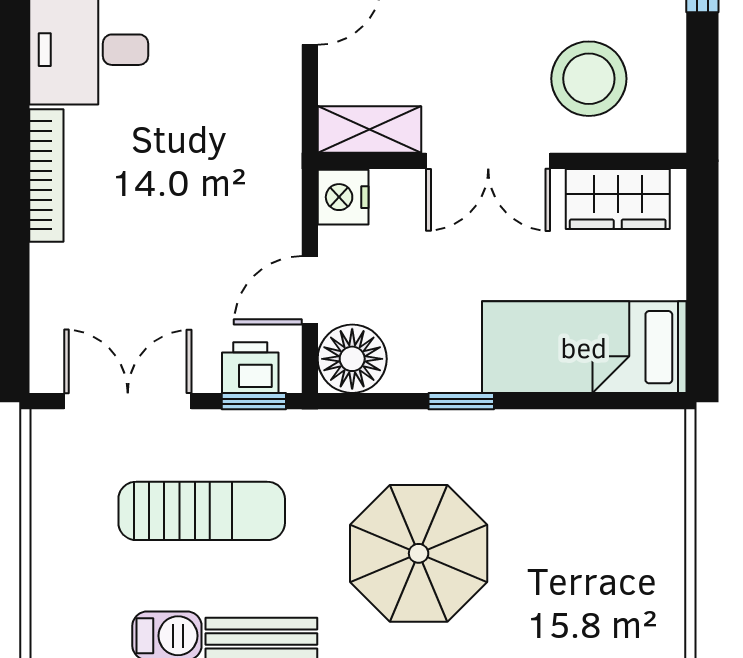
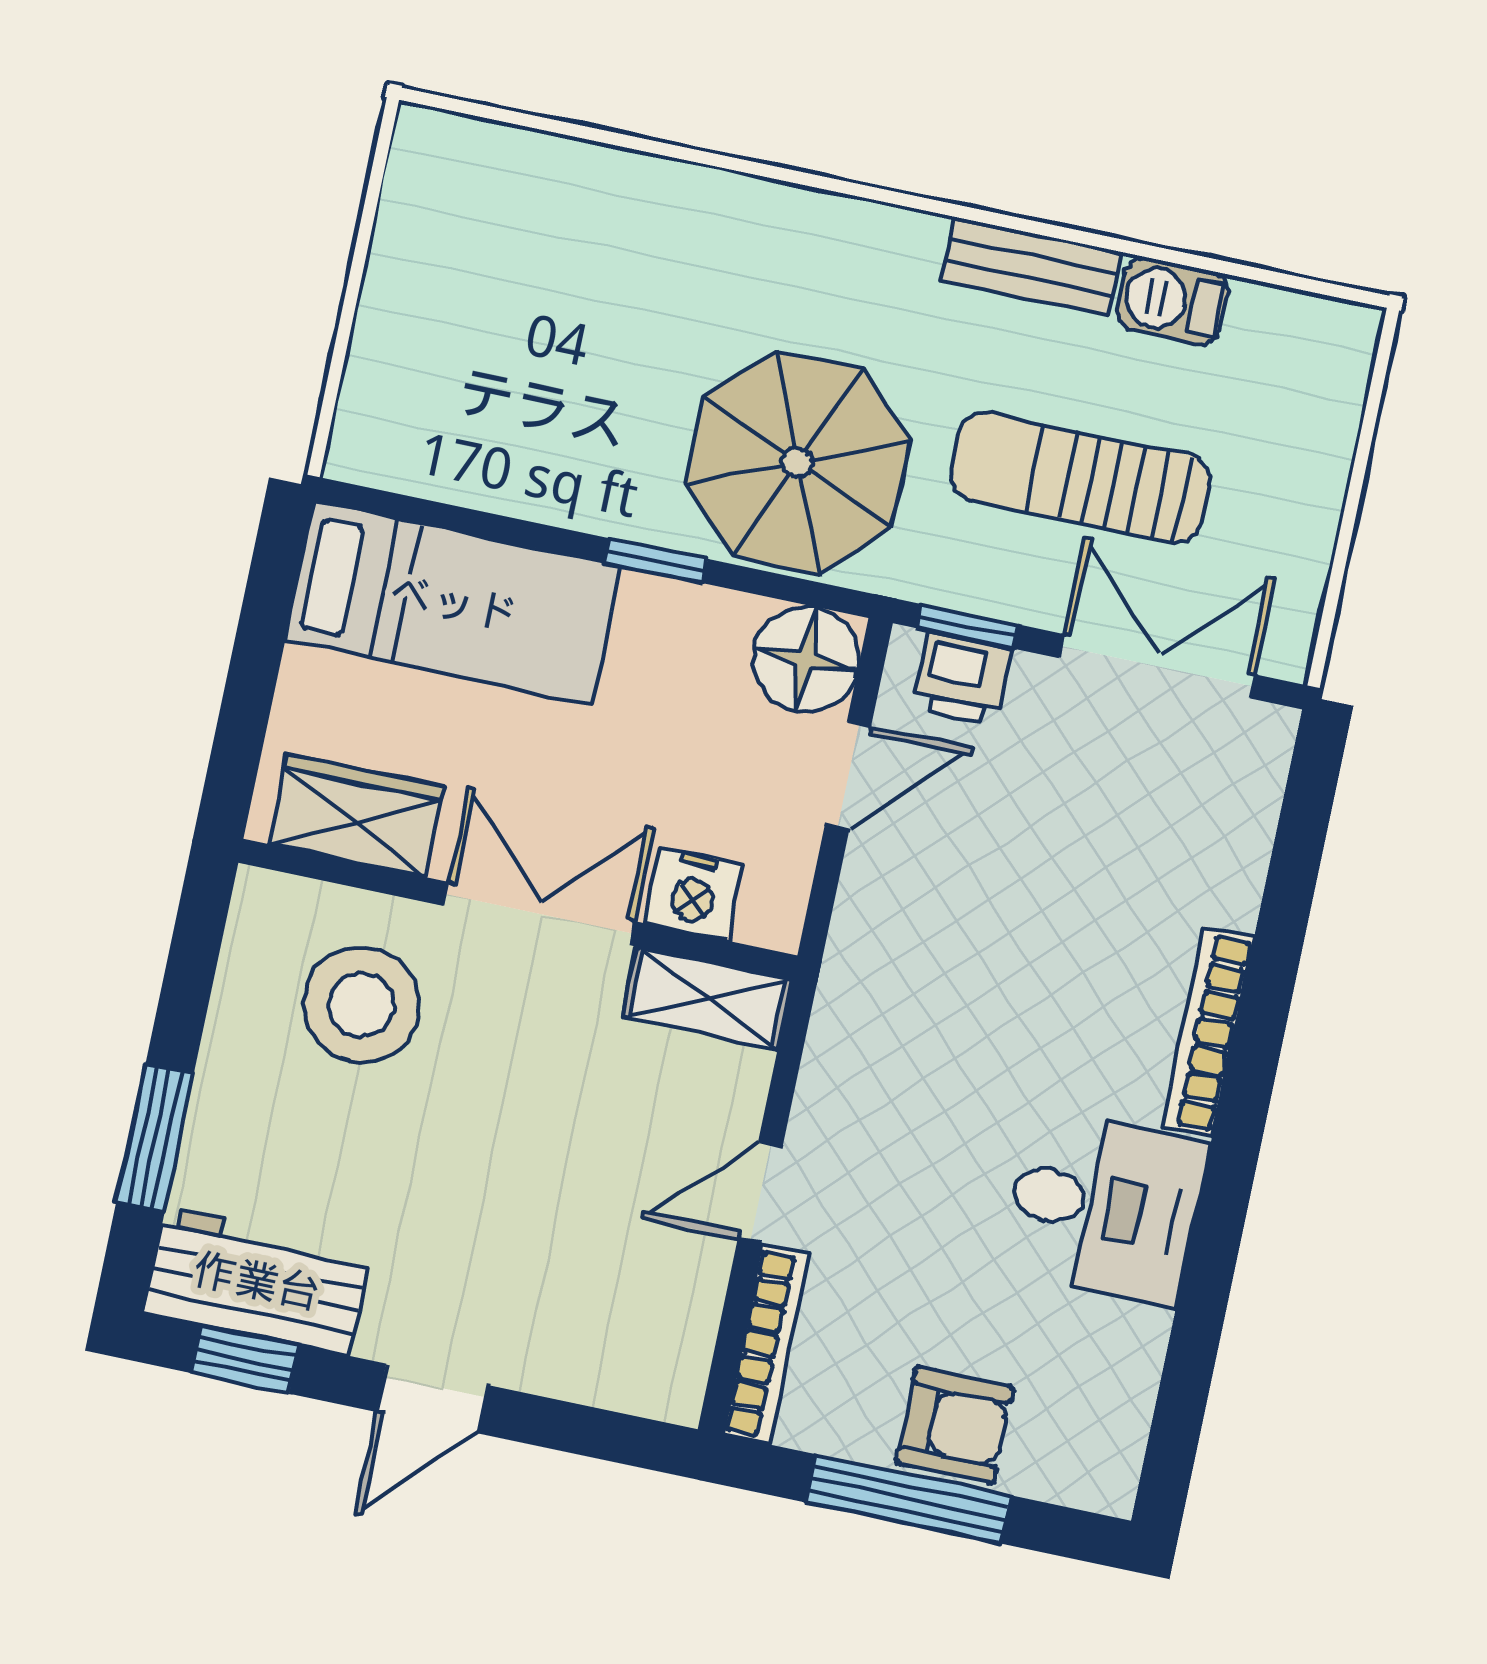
nightstand: (343, 197) -> (694, 894), moved, turned 90
double door: (128, 401) -> (1157, 666), swing flipped
parasol: (419, 553) -> (798, 462), moved

